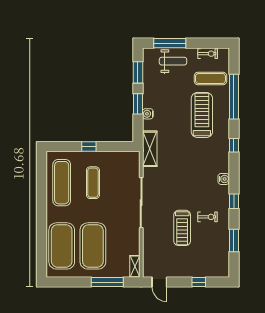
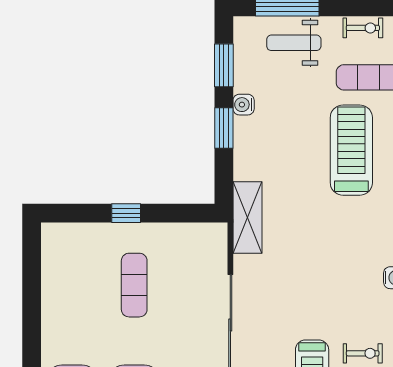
weight bench: (173, 61) -> (294, 43), turned 180
water cooler: (148, 114) -> (244, 105), moved
exercise mat: (62, 183) -> (72, 285), removed

